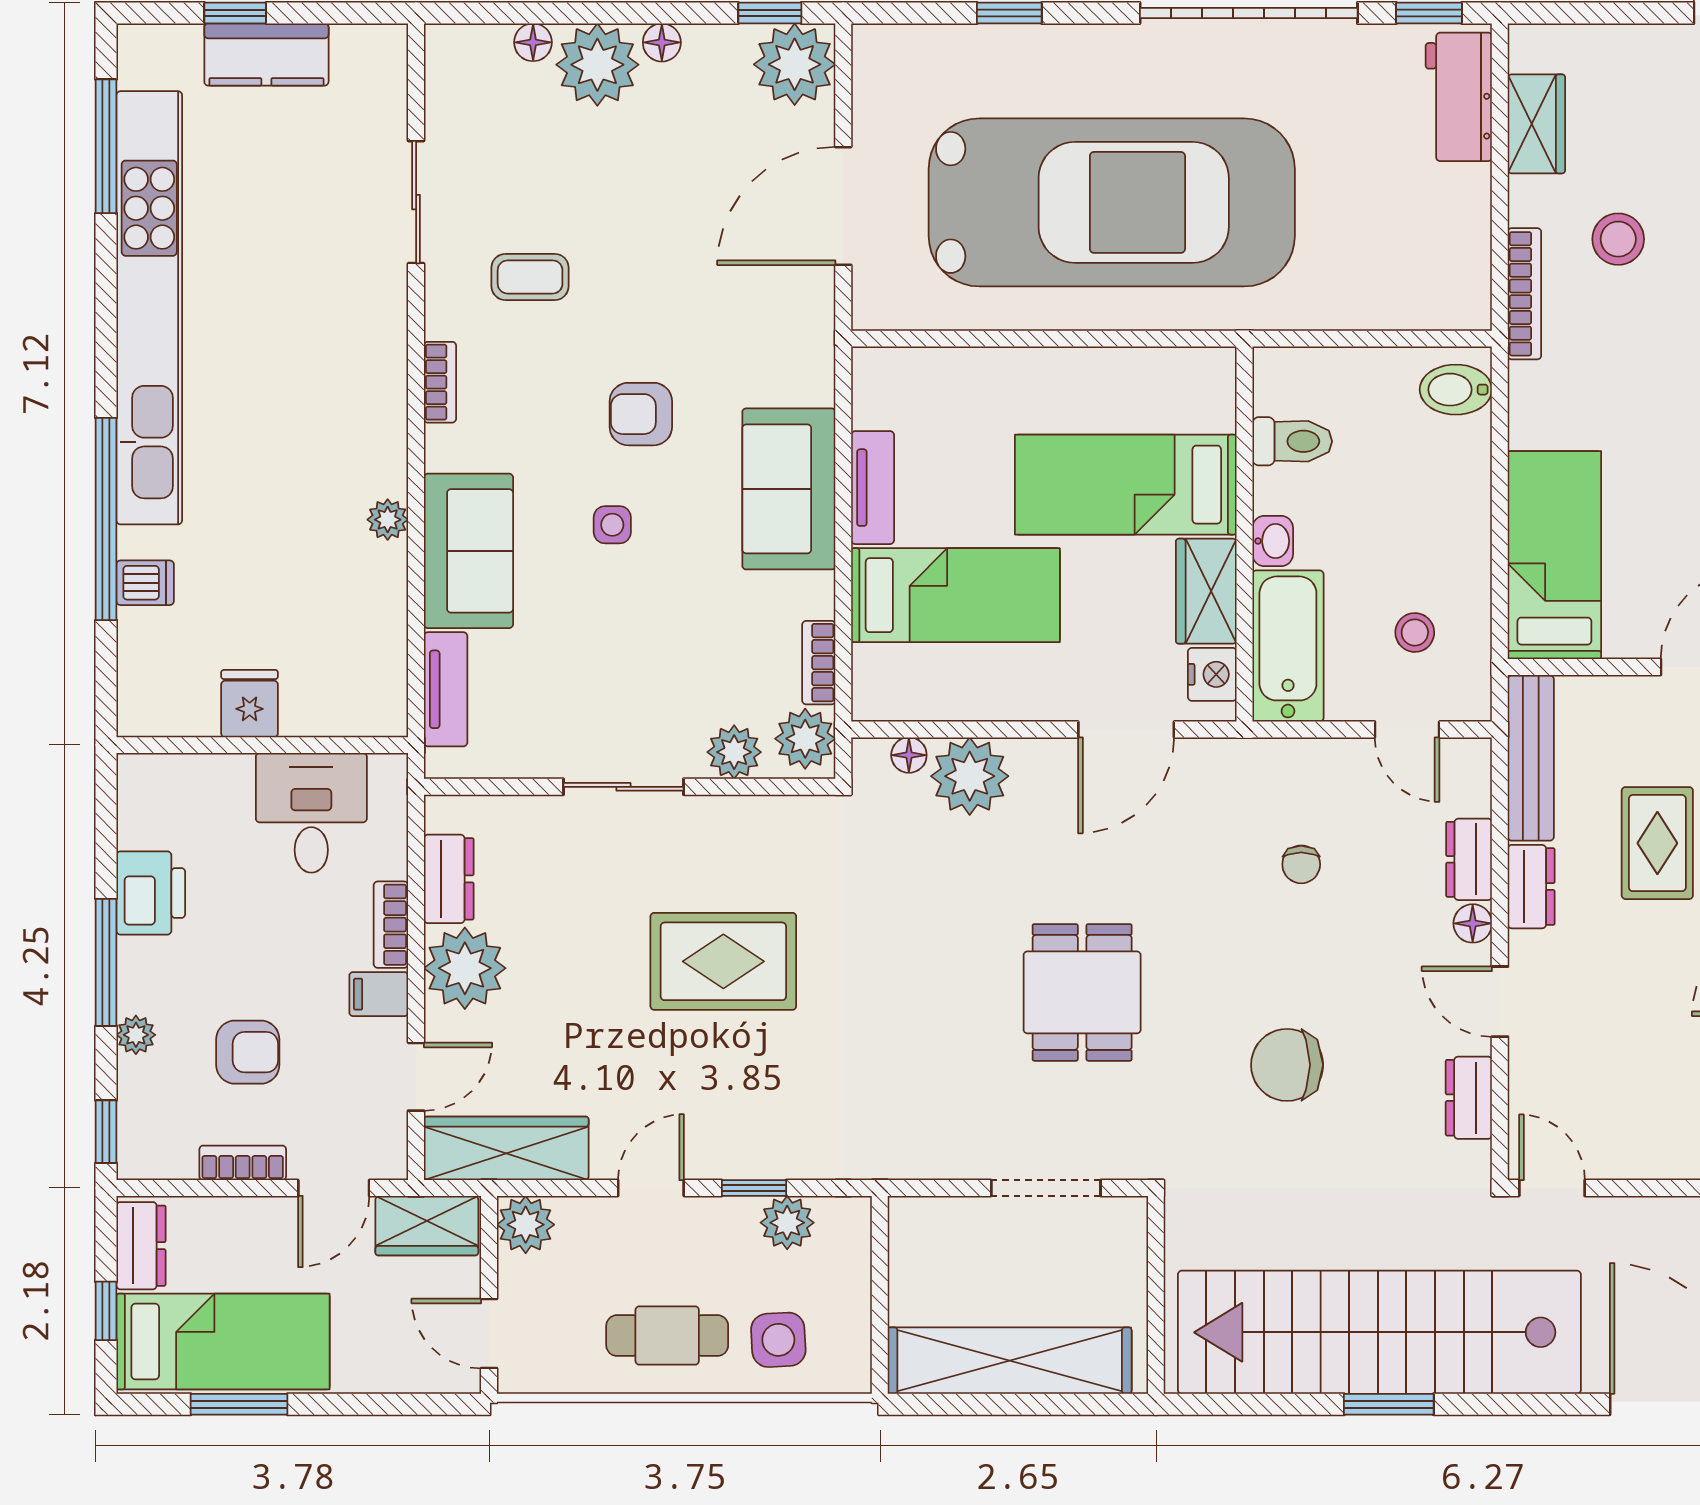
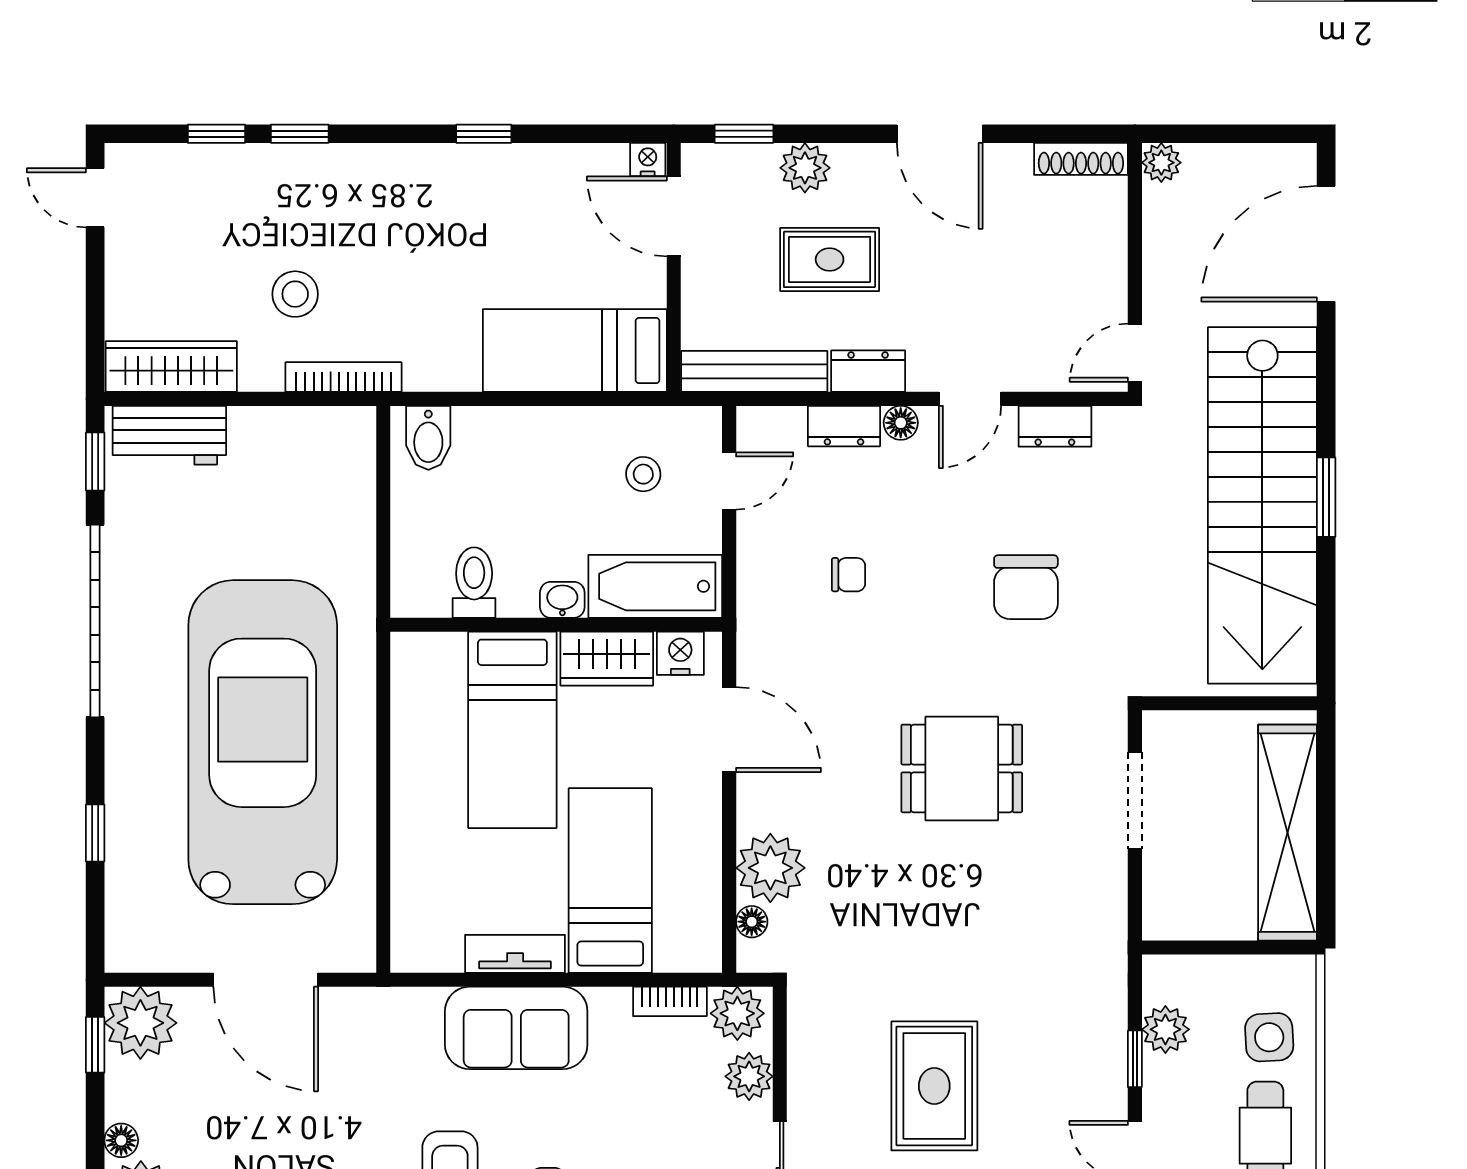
wardrobe: (1536, 124) -> (171, 367), width x1.50

